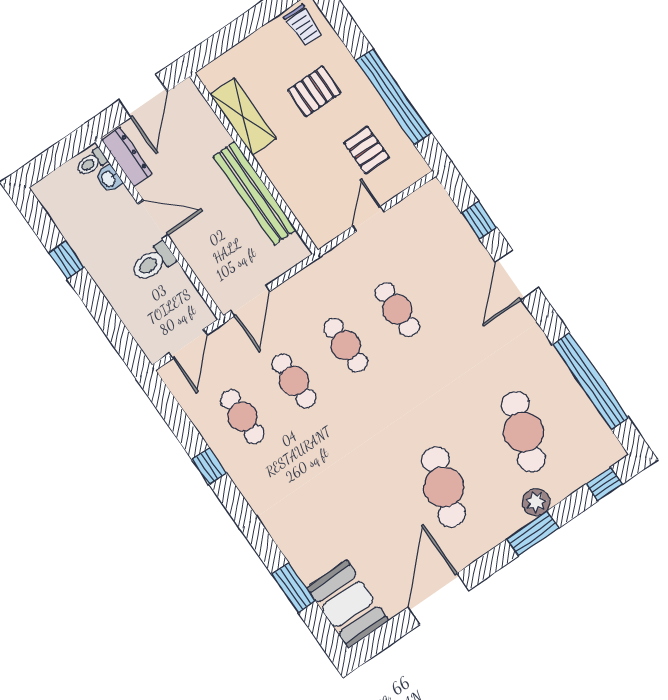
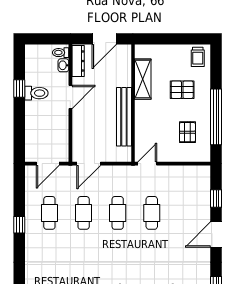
door: (153, 219) -> (70, 97), hinge flipped
door: (368, 219) -> (147, 164), moved
toilet: (153, 262) -> (36, 93), moved, turned 180

